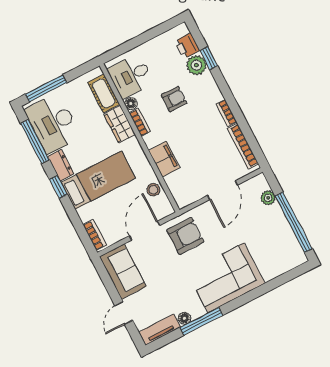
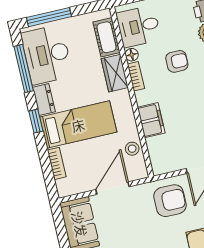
bookcase: (95, 235) -> (57, 163), moved
armchair: (185, 236) -> (170, 201), moved

